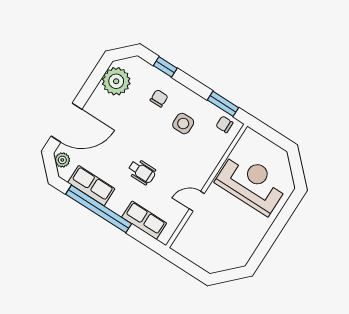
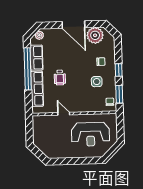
window: (165, 67) -> (119, 70), moved
door: (67, 123) -> (73, 25), moved
reception desk: (252, 183) -> (91, 134), turned 90
row of seats: (144, 220) -> (37, 89), width x1.48

